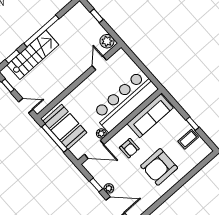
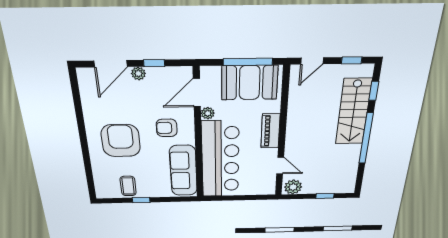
piano: (83, 89) -> (270, 131), added

